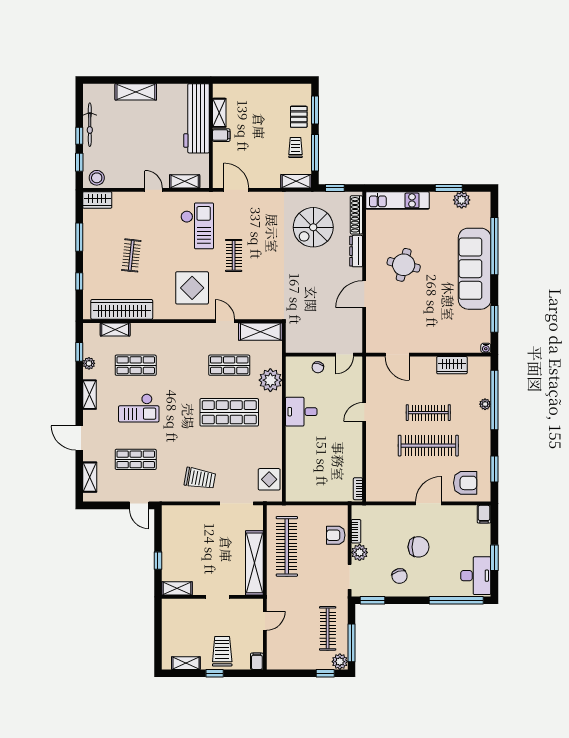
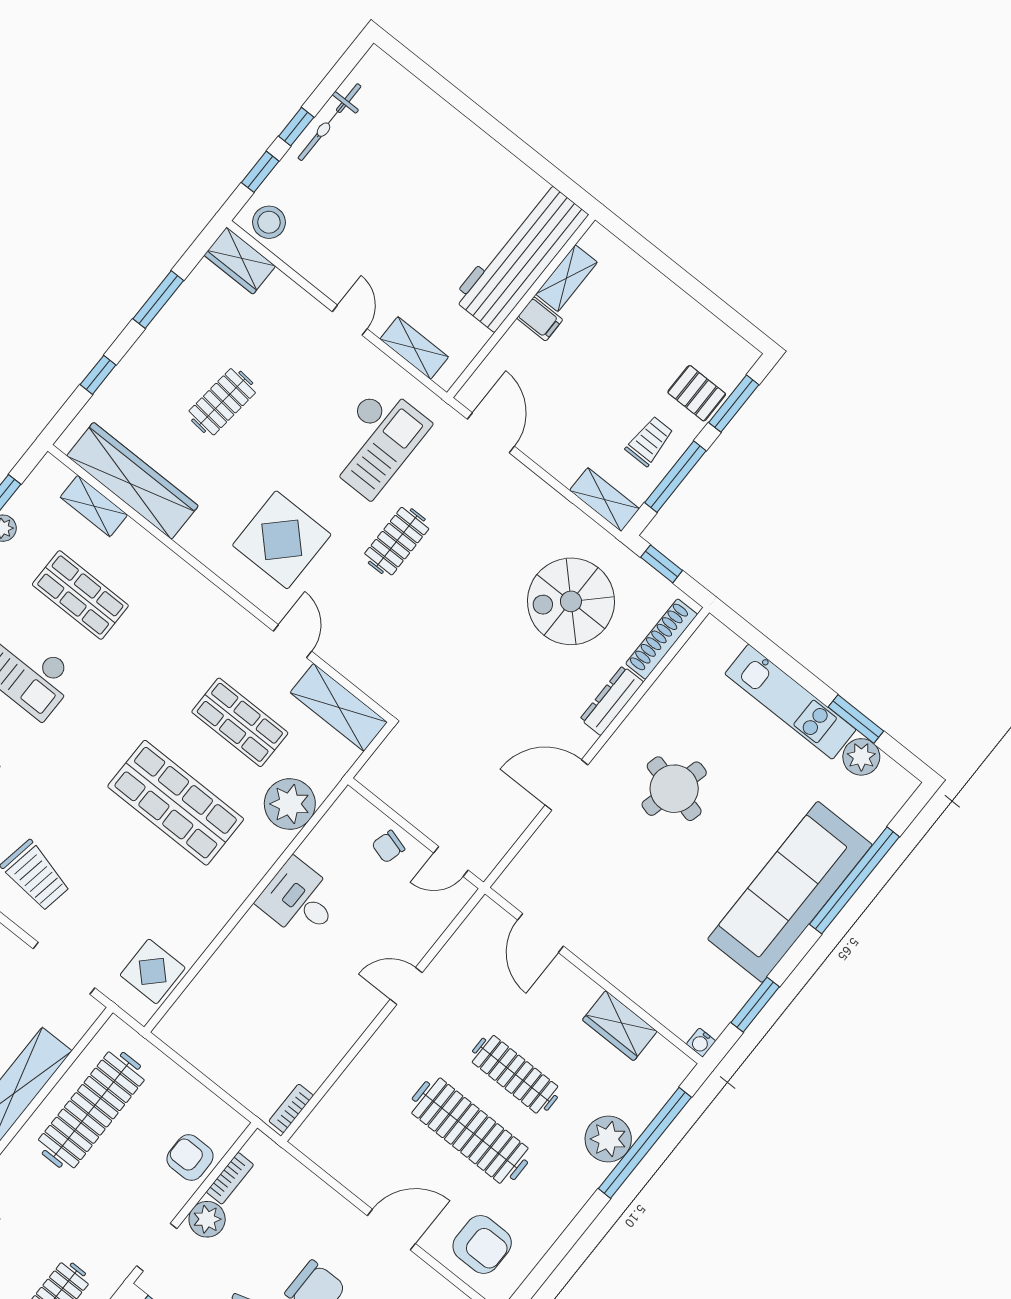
shelving: (136, 92) -> (453, 129), removed
pallet: (299, 117) -> (697, 393), turned 90
kitchen unit: (397, 200) -> (790, 702), moved
plant: (485, 404) -> (608, 1139), width x1.87, depth x1.87
window: (494, 469) -> (551, 1261), removed

